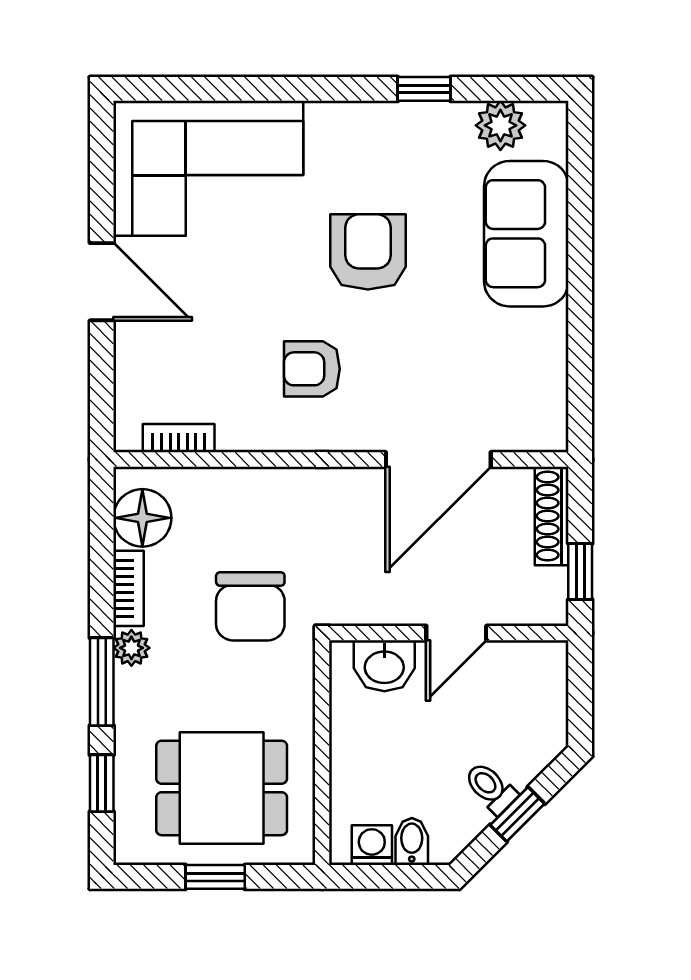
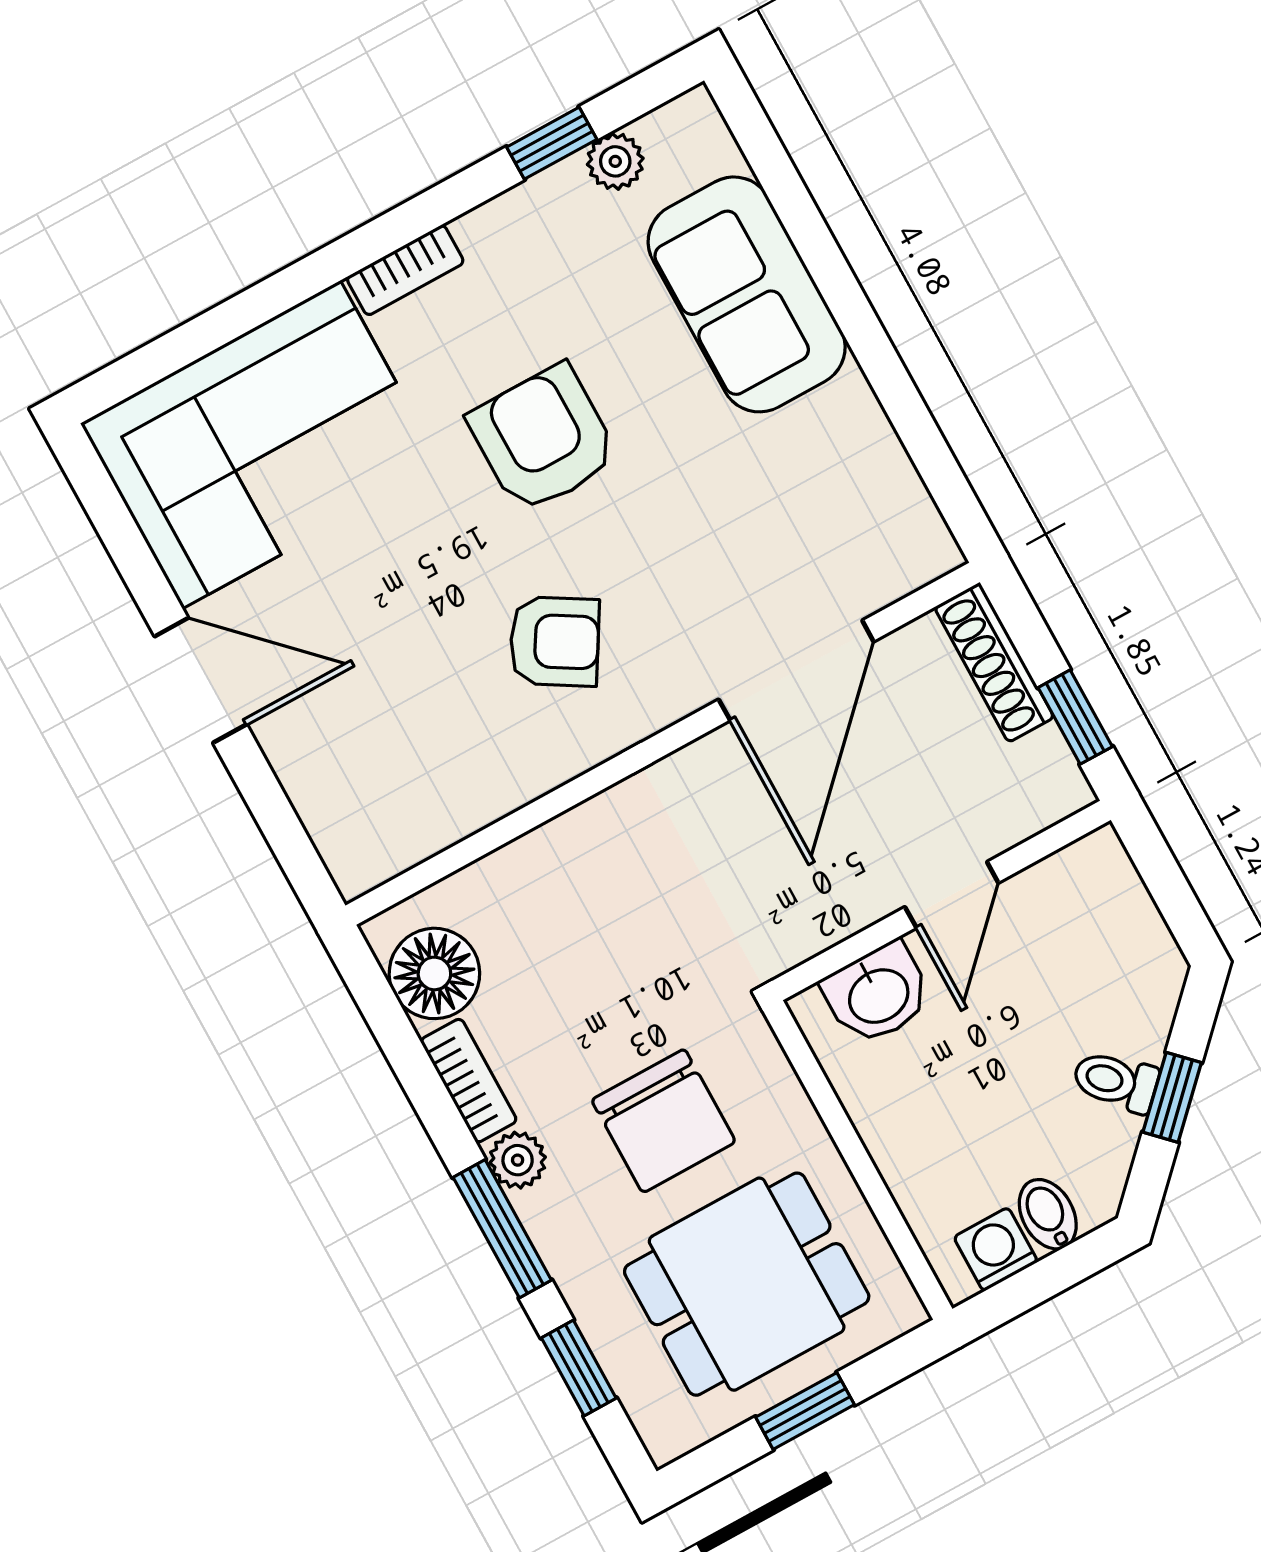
window: (424, 89) -> (552, 143), moved
plant: (500, 125) -> (615, 161), width x0.73, depth x0.73
armchair: (312, 369) -> (554, 641), turned -149
bookcase: (179, 438) -> (405, 270), moved, turned 180
chair: (250, 606) -> (664, 1121), moved

